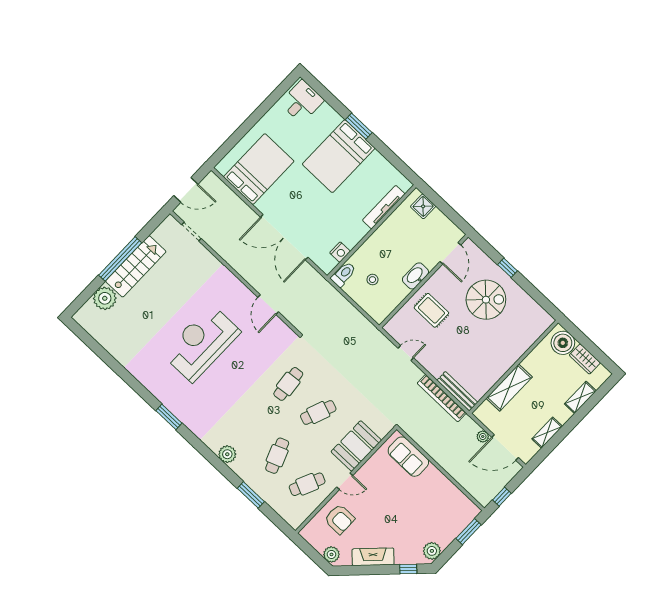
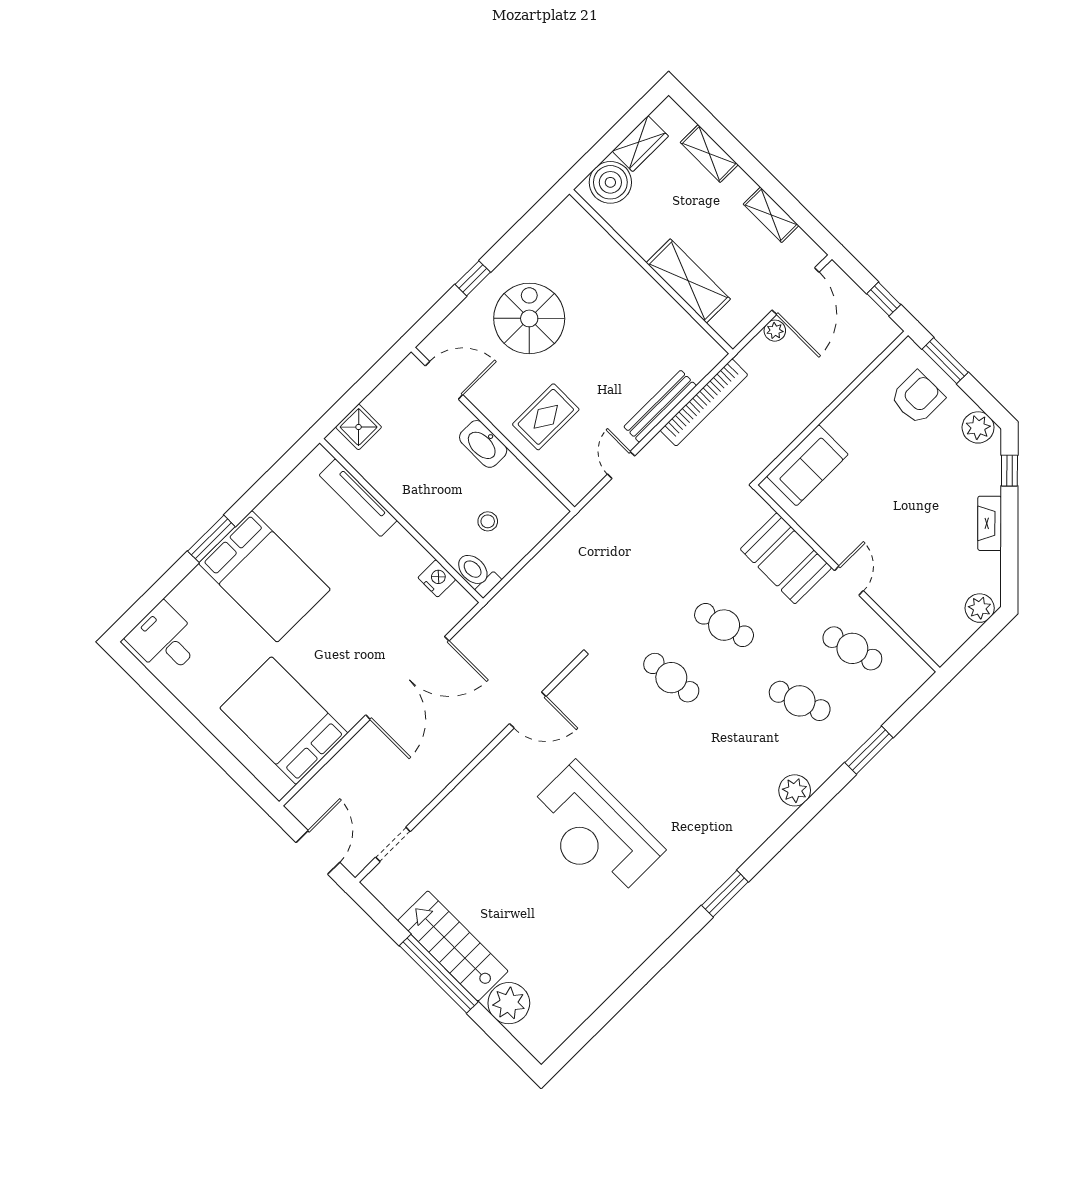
bench: (457, 391) -> (660, 406), moved
cafe table: (318, 413) -> (724, 625), turned -36
cafe table: (307, 484) -> (852, 648), turned -39
armchair: (340, 519) -> (917, 398), moved
fireplace: (373, 557) -> (990, 523), width x0.73, depth x0.76

